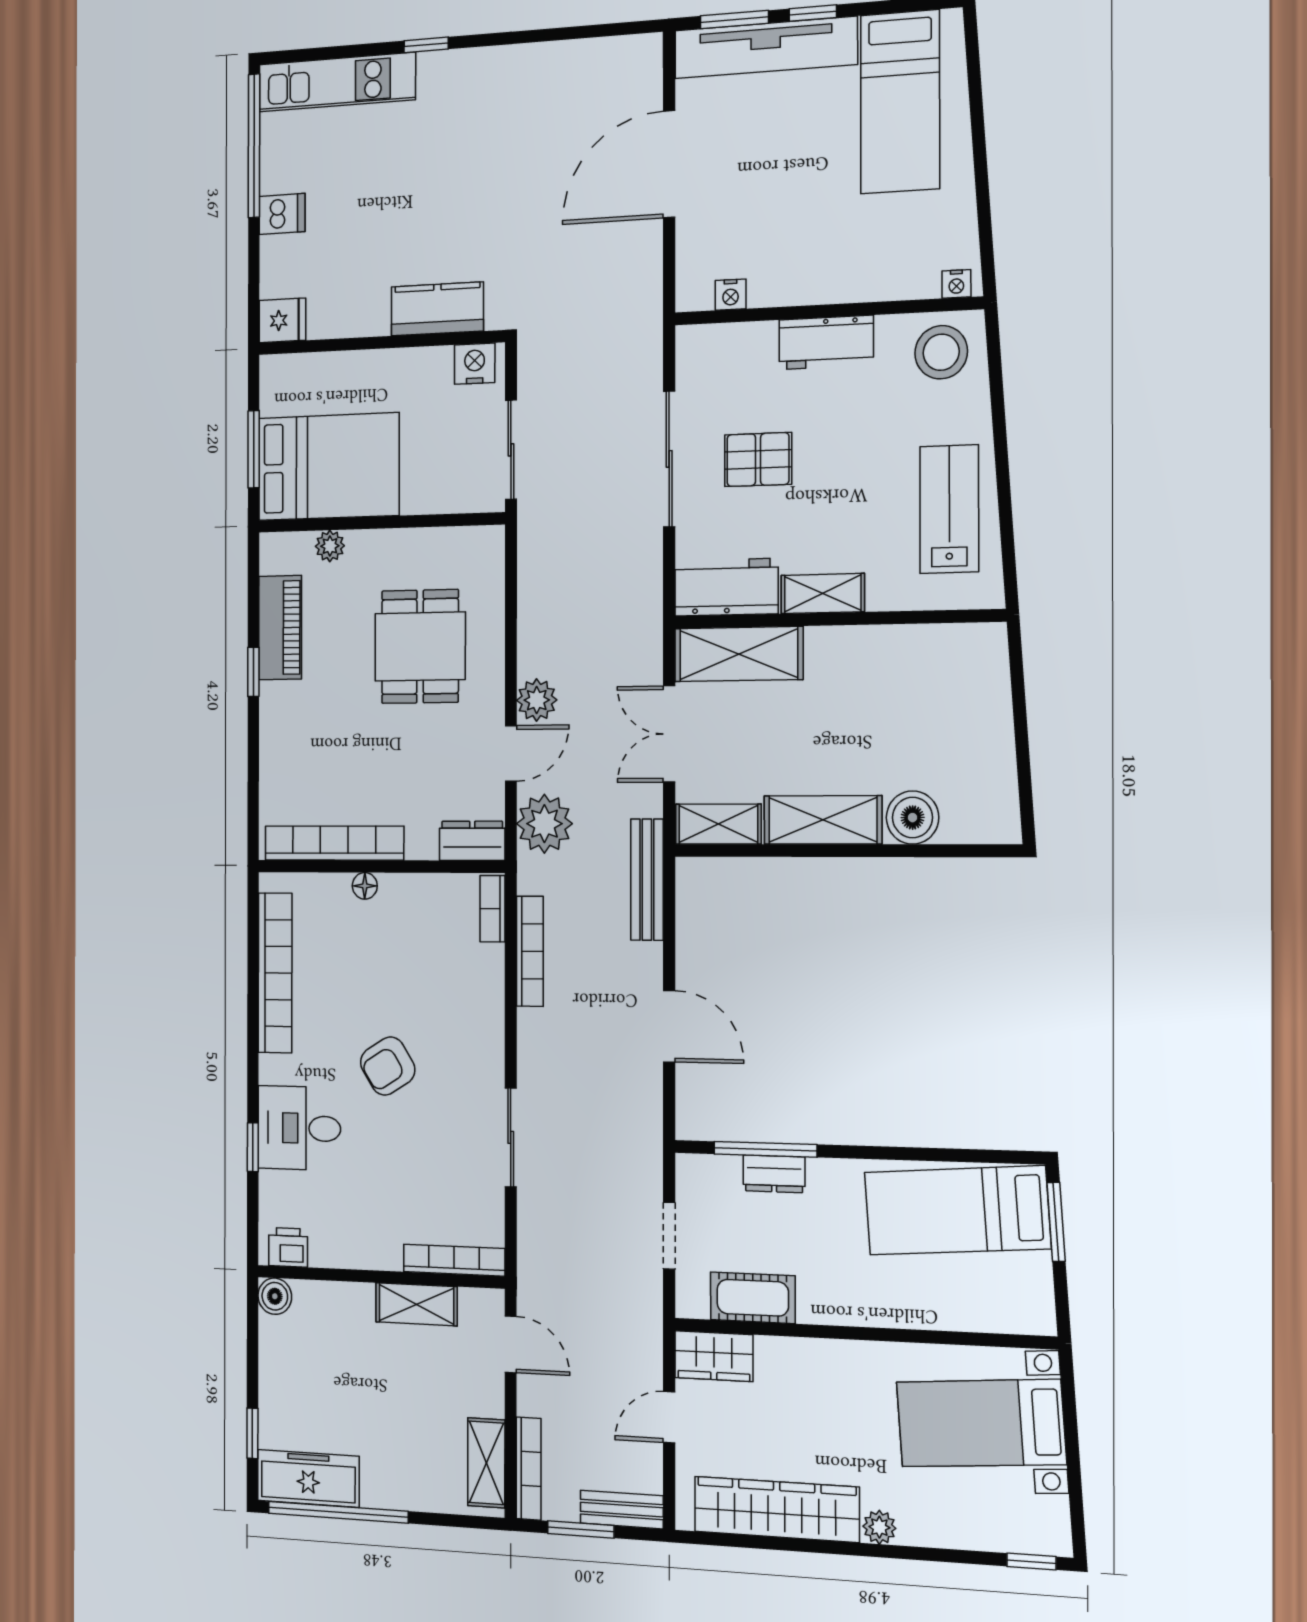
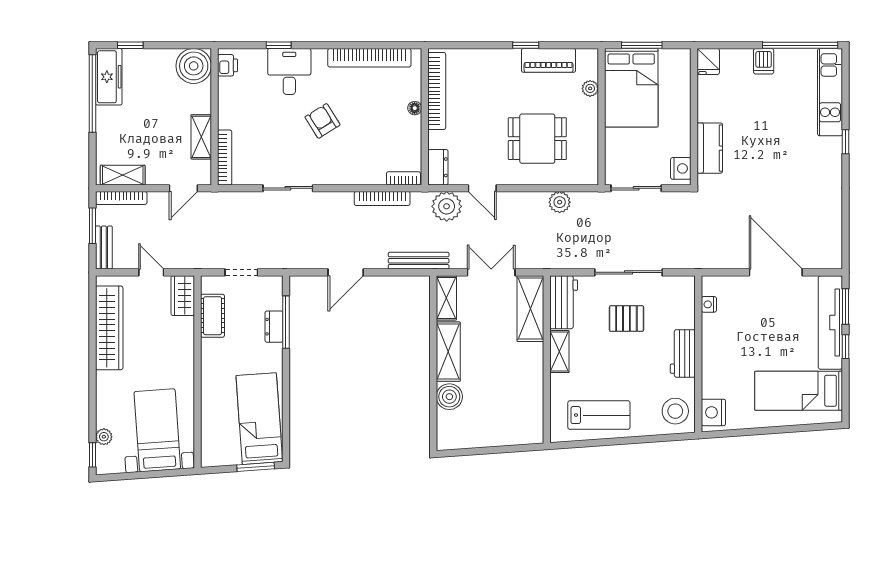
nightstand: (956, 284) -> (713, 412), width x1.89, depth x1.79
pallet: (758, 460) -> (626, 319), turned 90
plant: (537, 700) -> (560, 202), moved
boiler: (275, 1296) -> (194, 66), width x1.86, depth x1.86
plant: (879, 1527) -> (104, 437), moved

